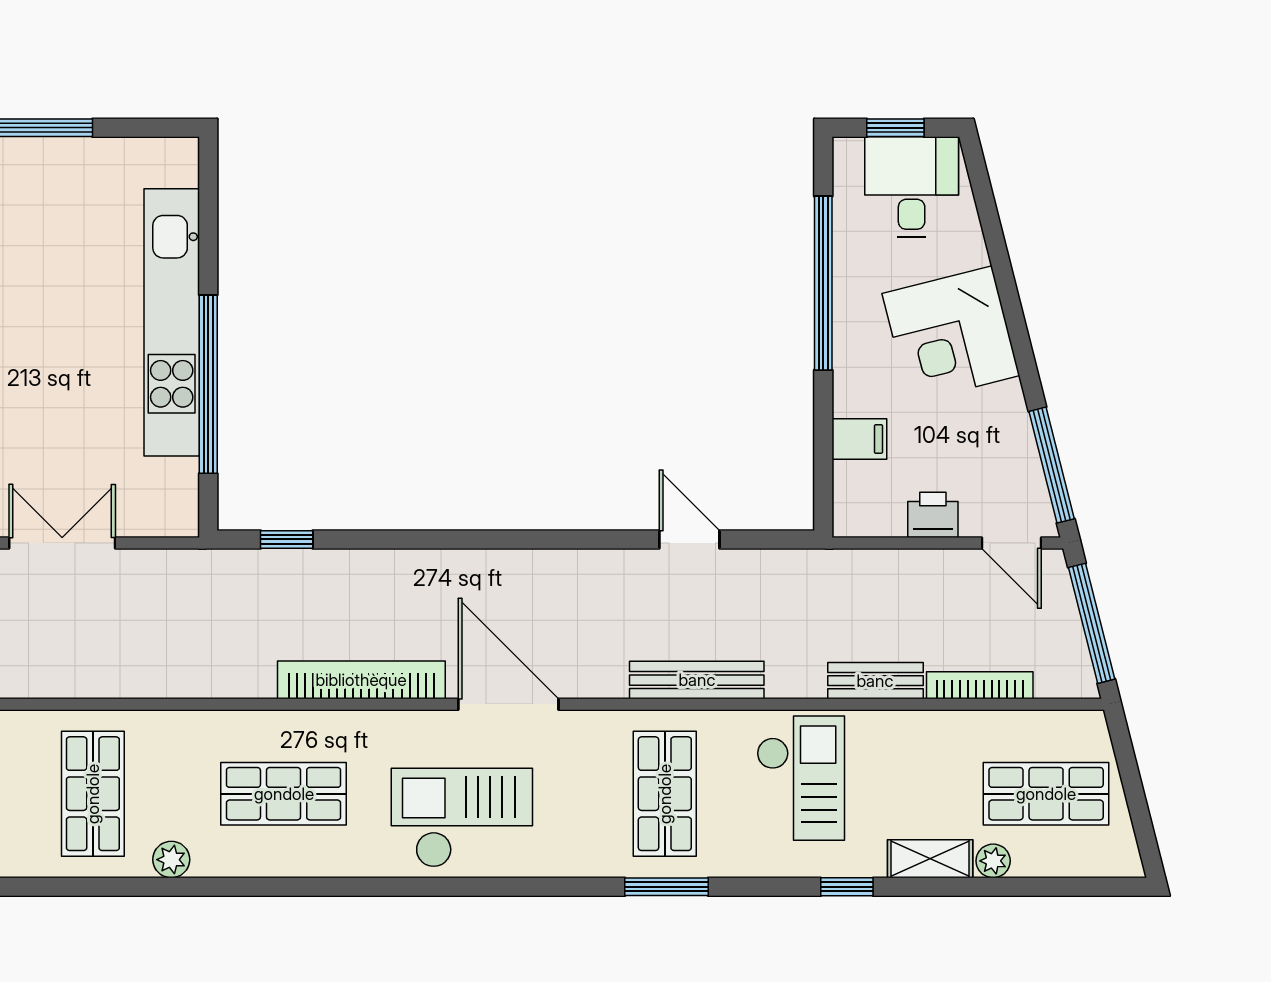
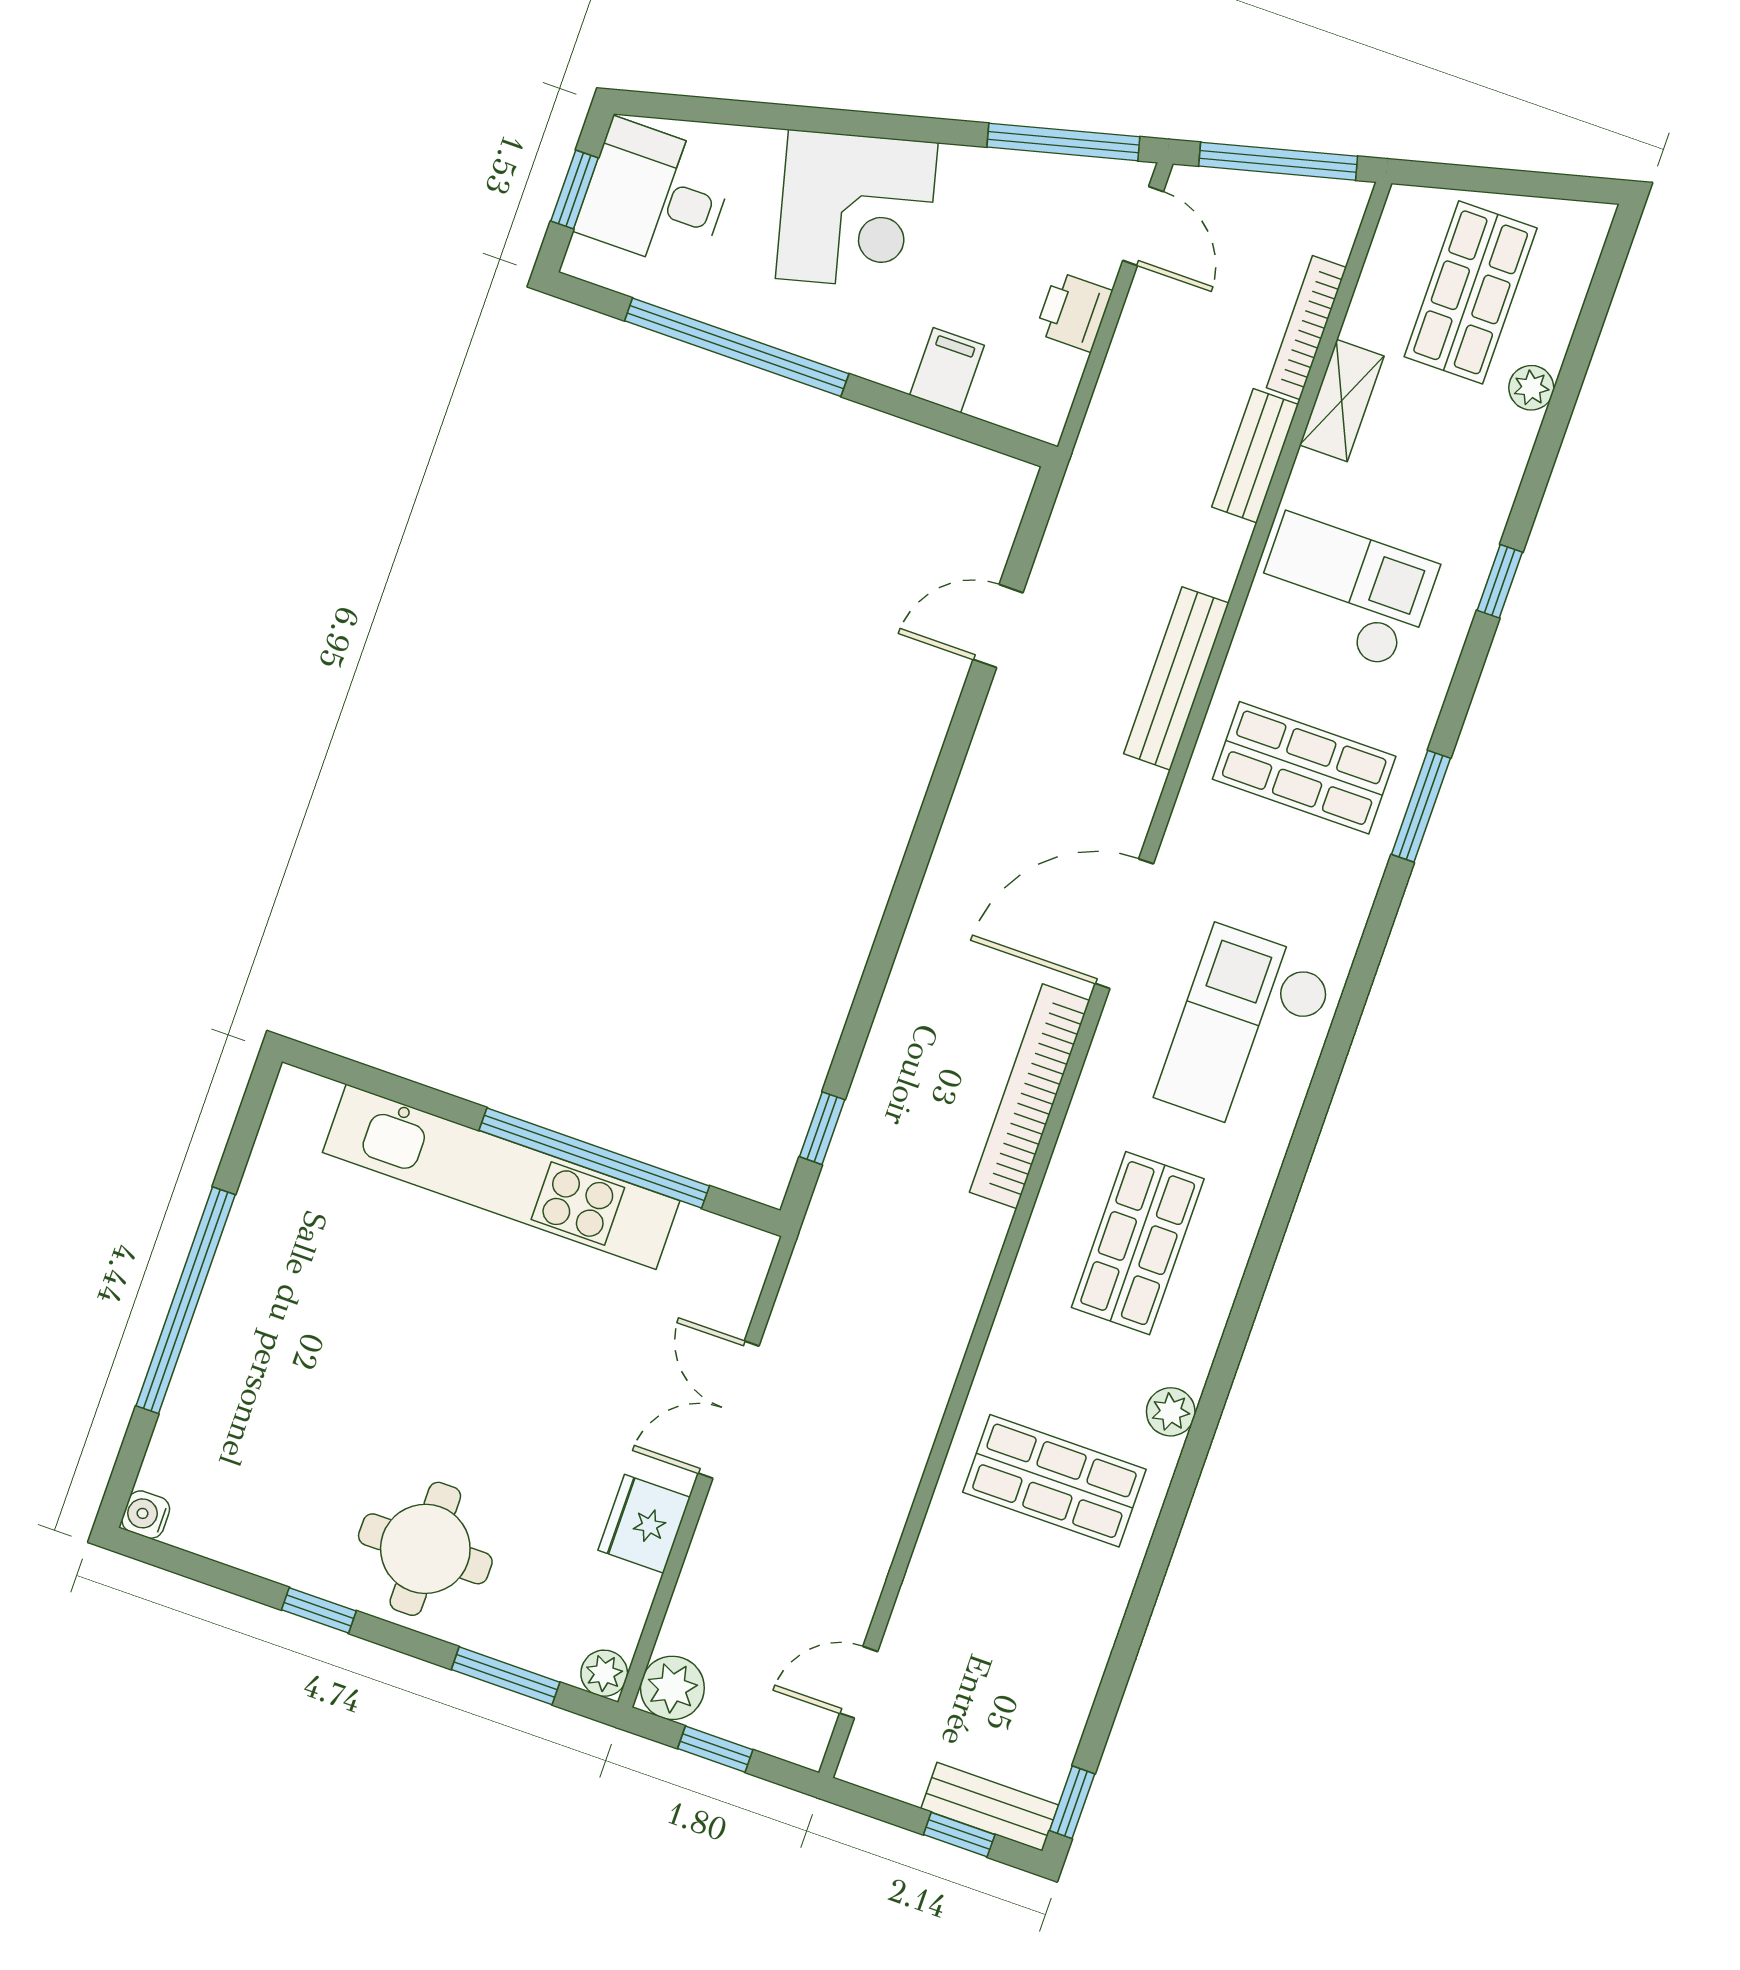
door: (1012, 543) -> (1143, 226), hinge flipped
shelving: (930, 859) -> (1342, 401), moved

